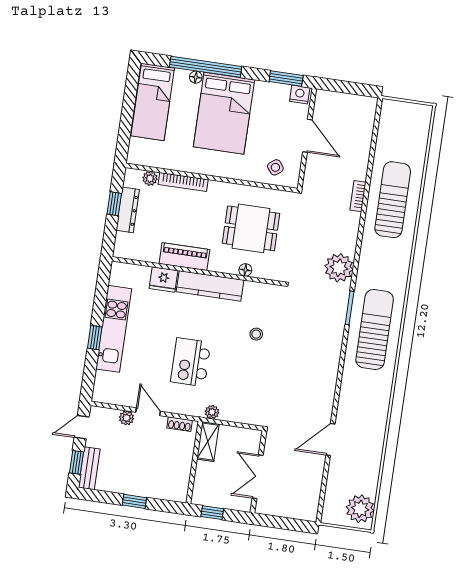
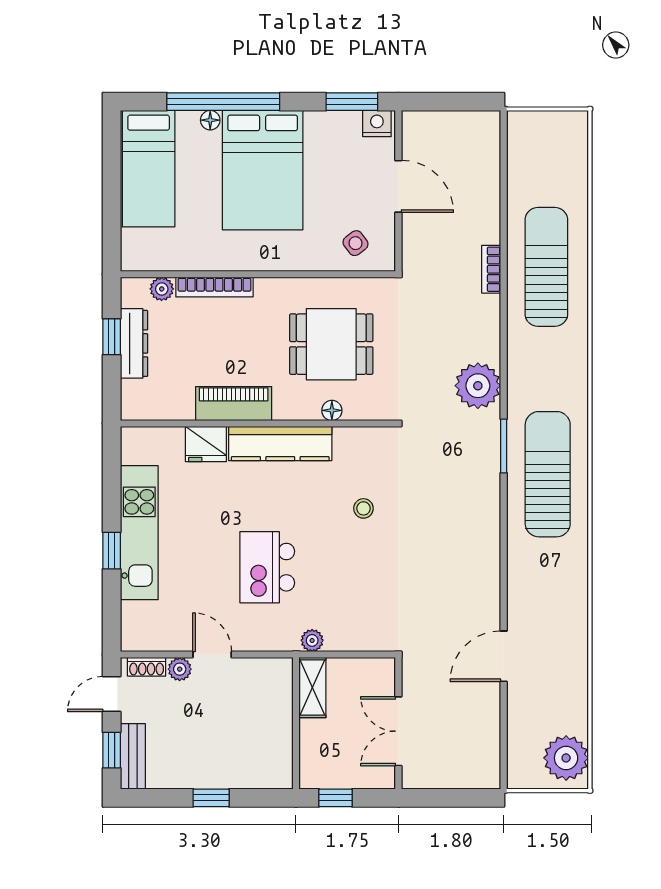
shoe rack: (180, 424) -> (147, 667), moved

